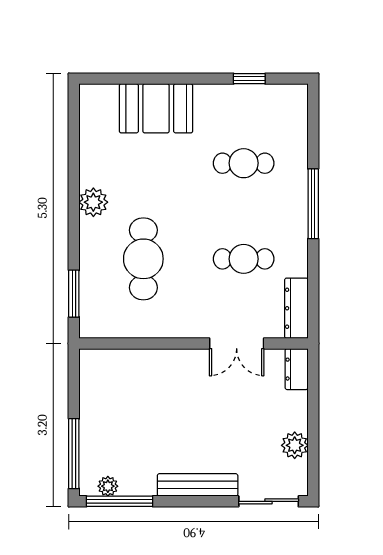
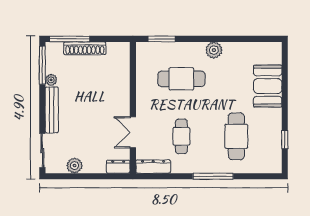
cafe table: (244, 163) -> (236, 136), width x1.37, depth x1.35
shoe rack: (90, 427) -> (85, 48), added
plant: (108, 486) -> (51, 80), moved

